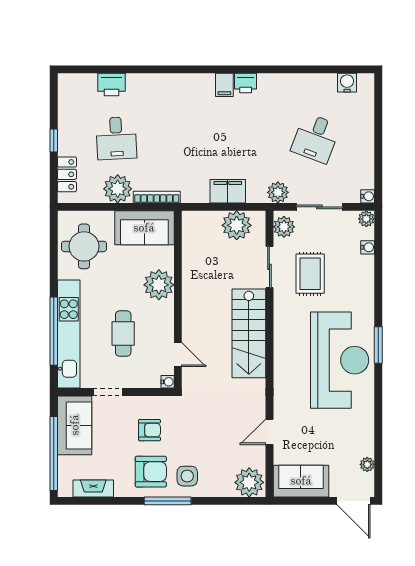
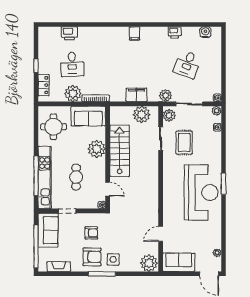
printer: (246, 83) -> (175, 32), moved
stairs: (249, 333) -> (120, 151), moved, turned 180

